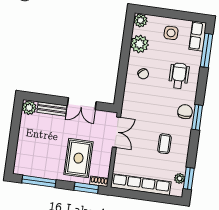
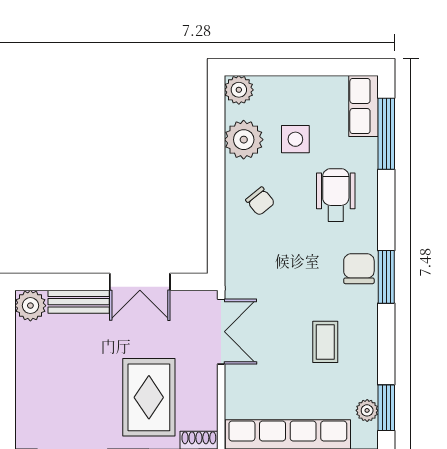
side table: (171, 33) -> (295, 139), moved

